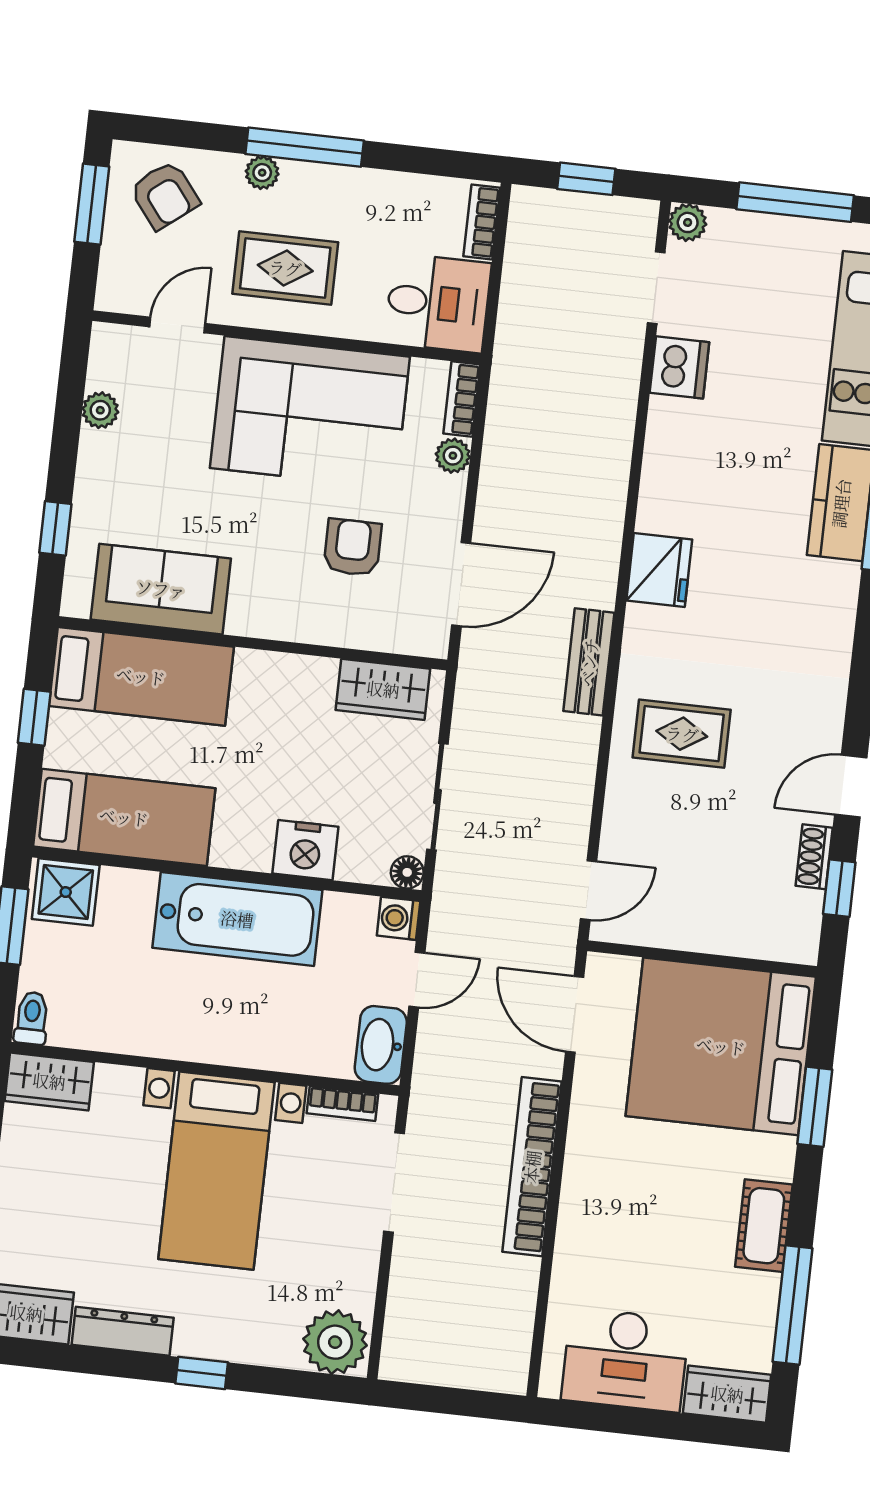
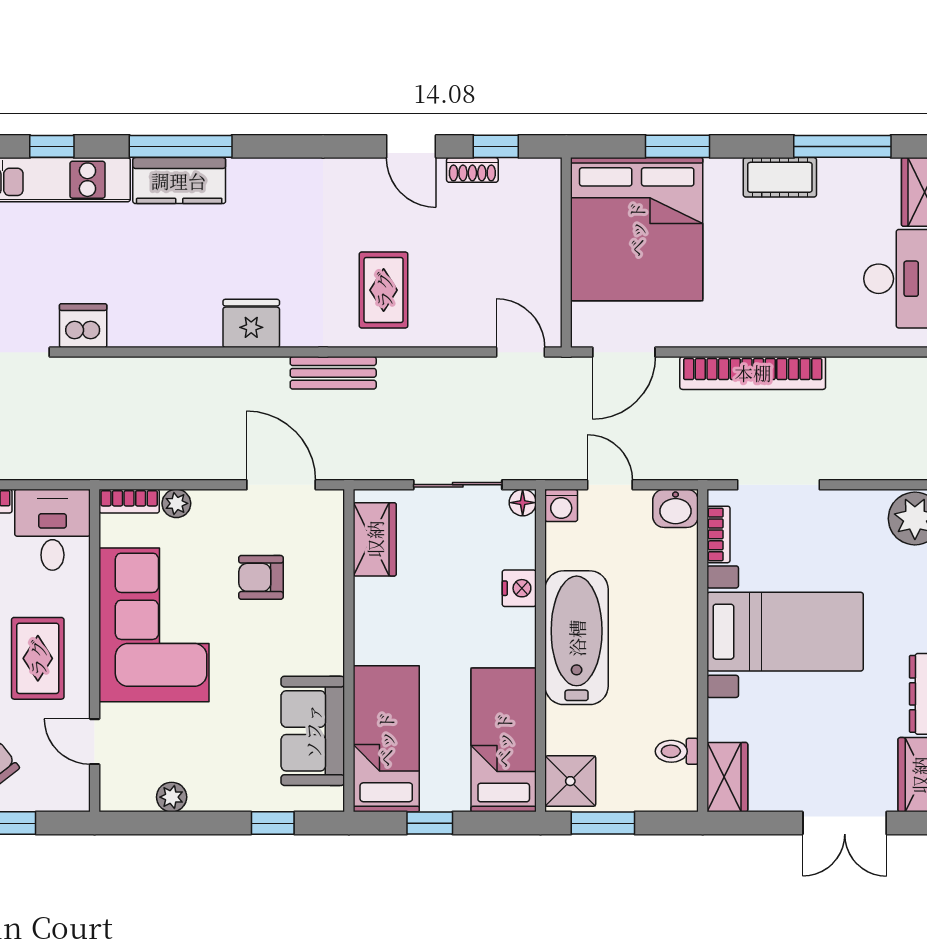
nightstand: (305, 850) -> (519, 588), width x0.74, depth x0.75
toilet: (32, 1018) -> (677, 751), moved
washbasin: (381, 1045) -> (676, 508), width x0.72

